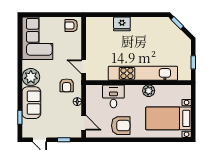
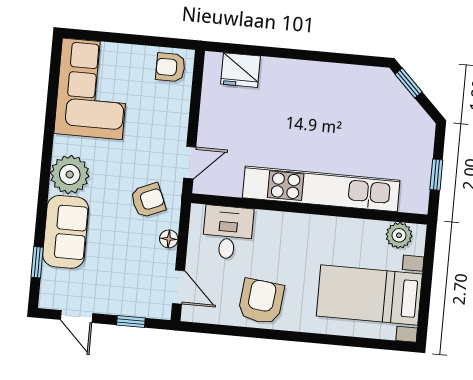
fridge: (122, 24) -> (241, 70), moved
door: (84, 67) -> (190, 163), swing flipped
armchair: (67, 85) -> (148, 200), turned -113
plant: (149, 91) -> (399, 235), moved
desk: (113, 96) -> (228, 232), moved
armchair: (121, 126) -> (261, 301), turned -84

